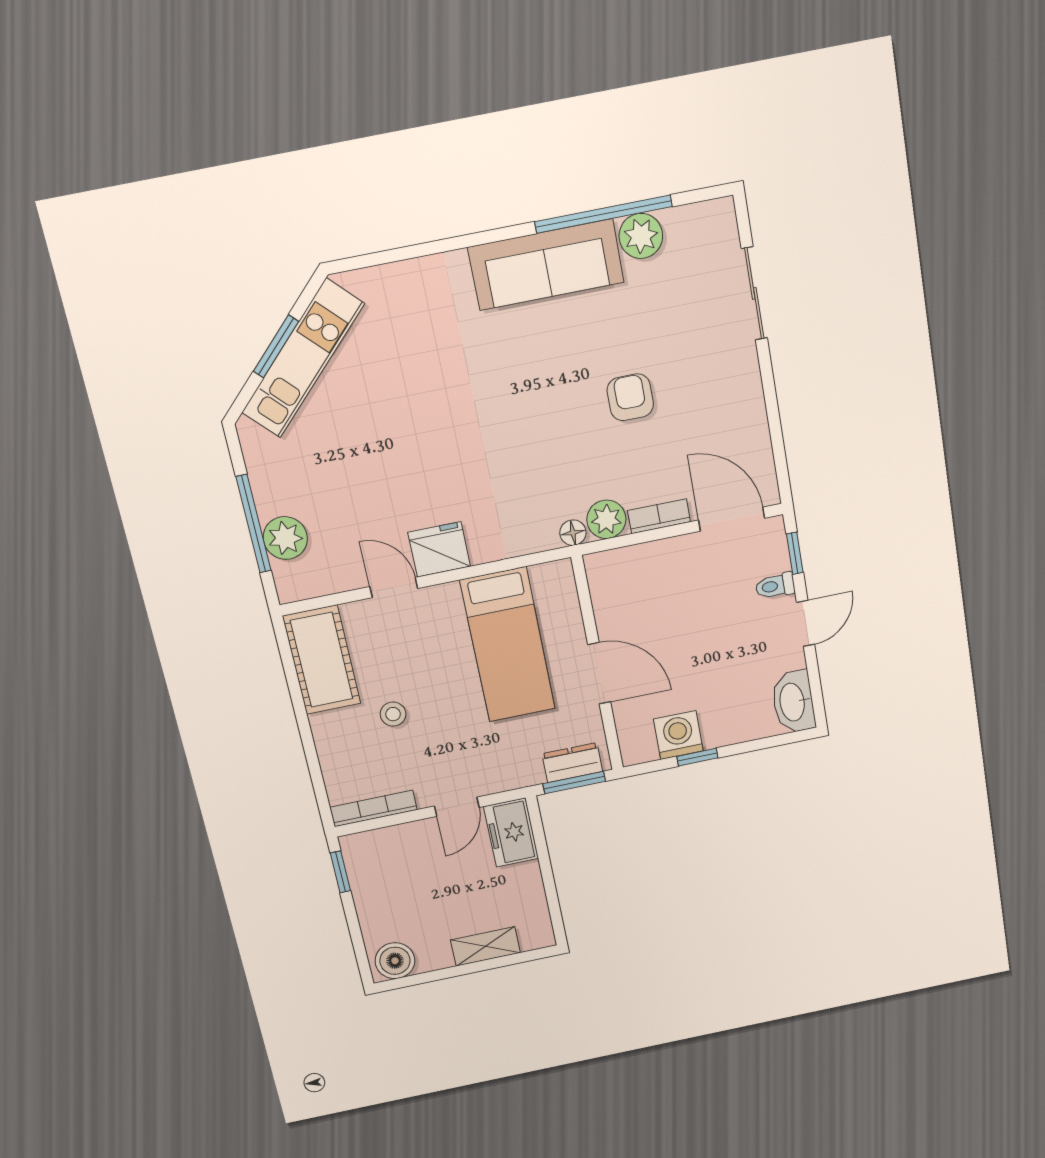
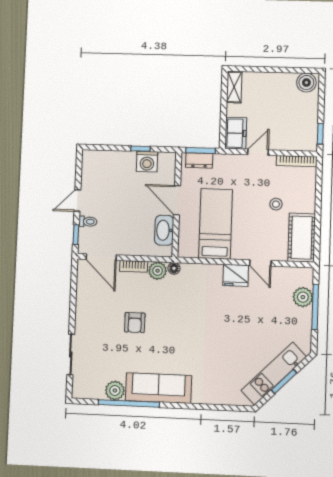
washbasin: (793, 702) -> (164, 230), moved, turned 180
shelving: (485, 946) -> (234, 87), moved, turned 90

